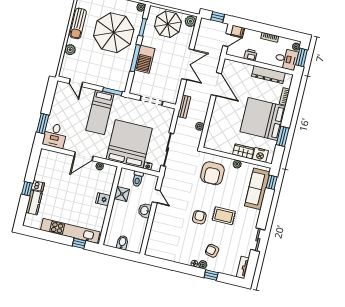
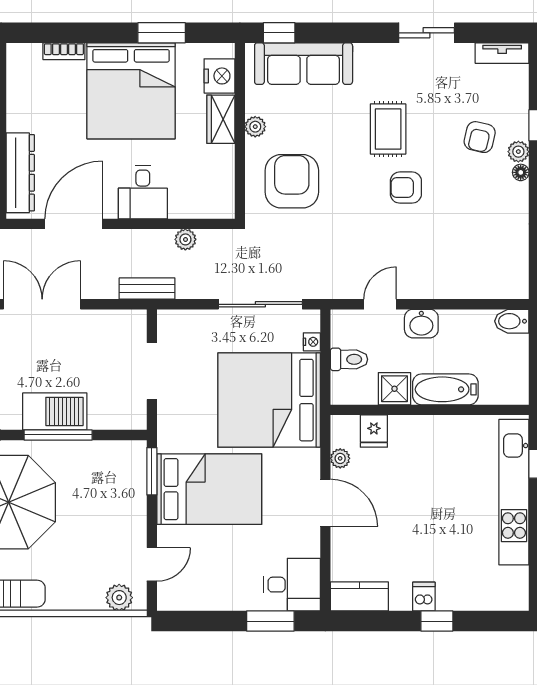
plant: (70, 50) -> (119, 598), moved
dresser: (268, 75) -> (20, 173), moved
bed: (100, 112) -> (209, 489), width x1.50
desk: (222, 114) -> (143, 192), added
armchair: (212, 173) -> (292, 181), turned -90
fridge: (103, 199) -> (374, 431), moved
kitchen counter: (34, 202) -> (359, 596), moved
bathtub: (117, 214) -> (445, 389), added
bidet: (122, 242) -> (512, 321), moved

